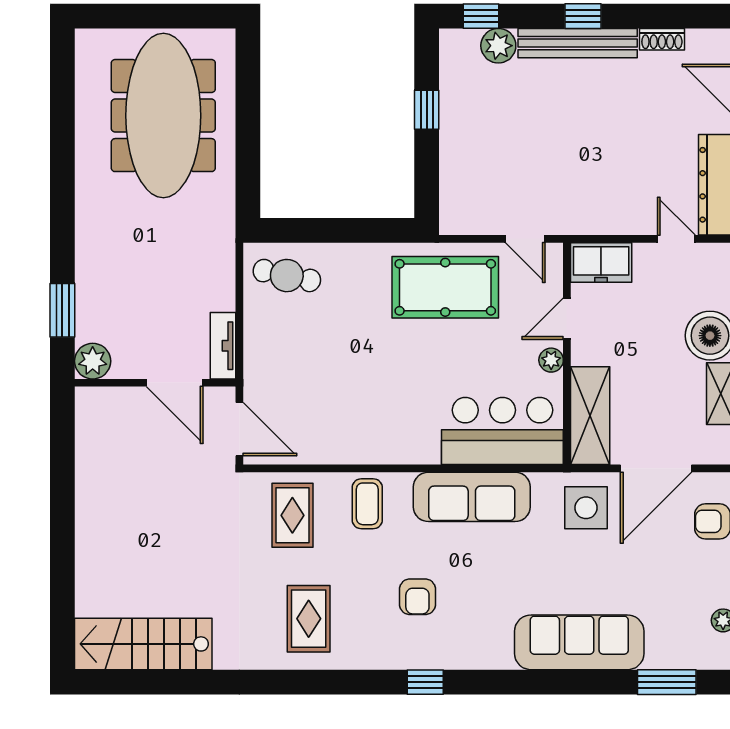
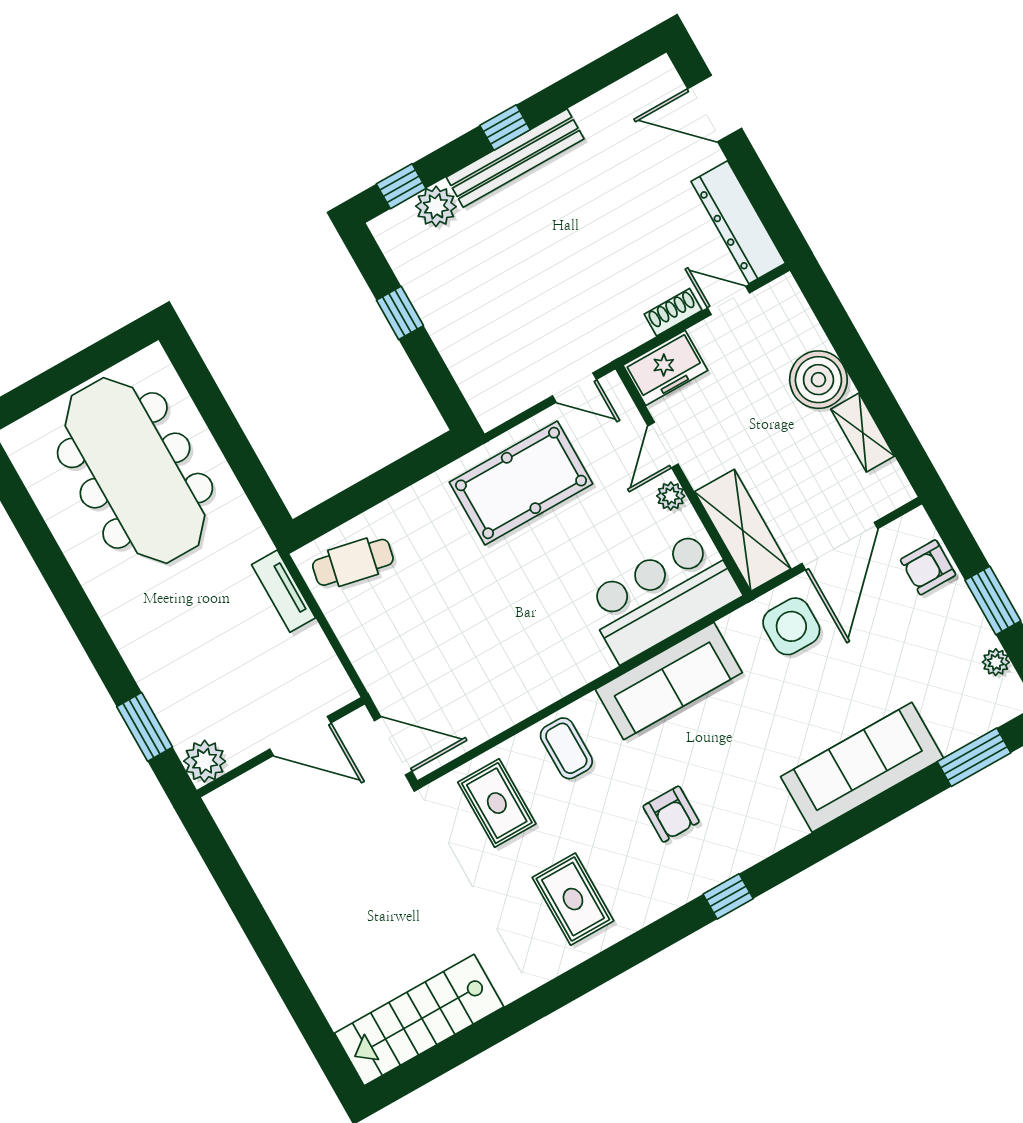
shoe rack: (662, 39) -> (673, 312), moved, turned 180
tv unit: (223, 346) -> (284, 591), moved

